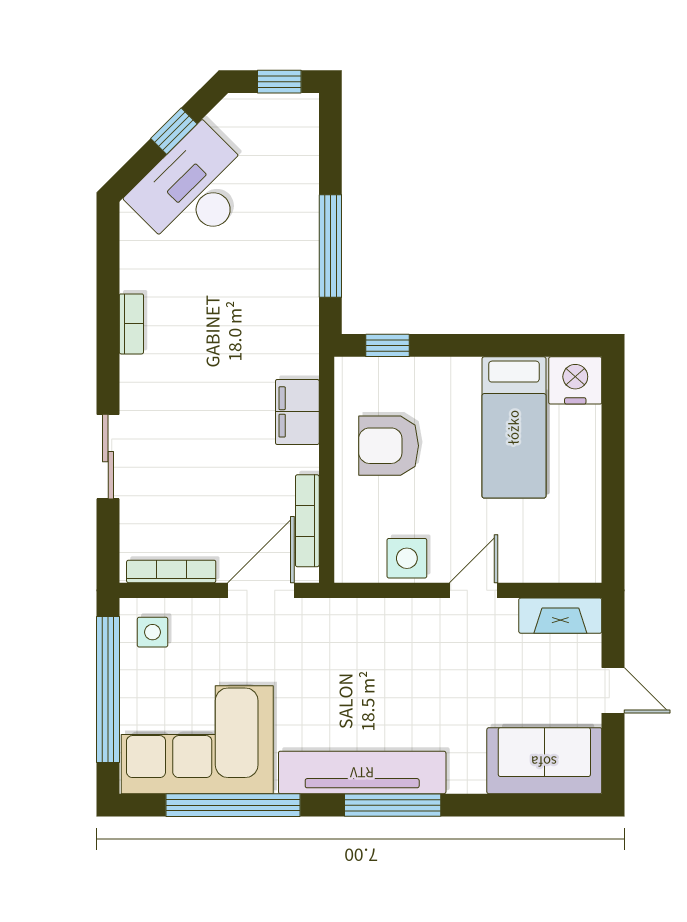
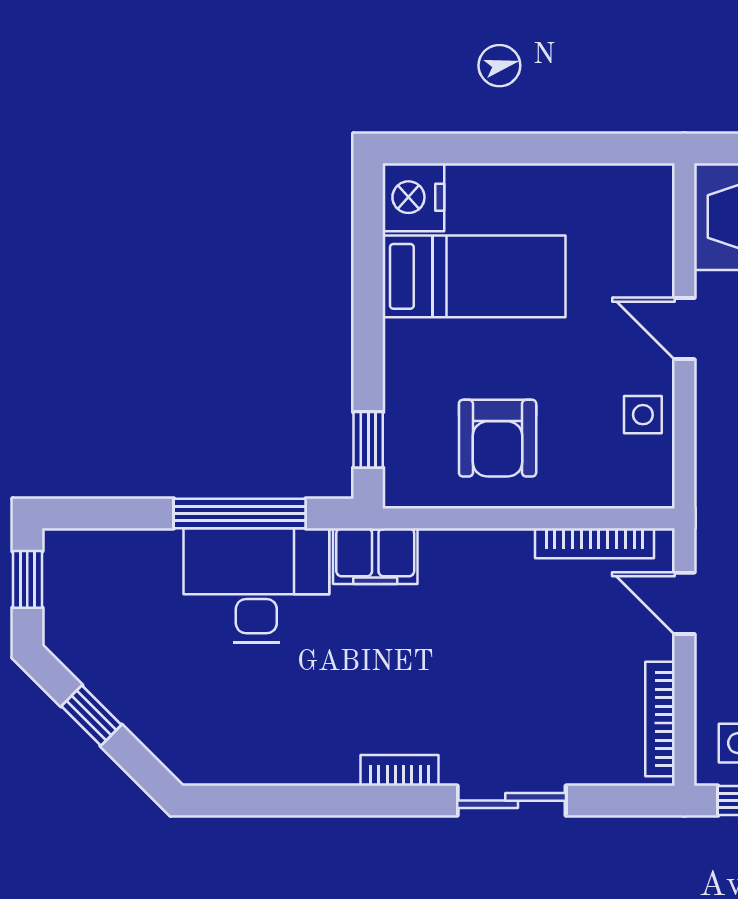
desk: (194, 190) -> (256, 585), moved, turned 135
bookcase: (131, 324) -> (400, 770), moved
filing cabinet: (297, 412) -> (375, 556), moved
side table: (407, 558) -> (643, 415), width x0.73, depth x0.73
door: (261, 590) -> (684, 603), width x0.73

